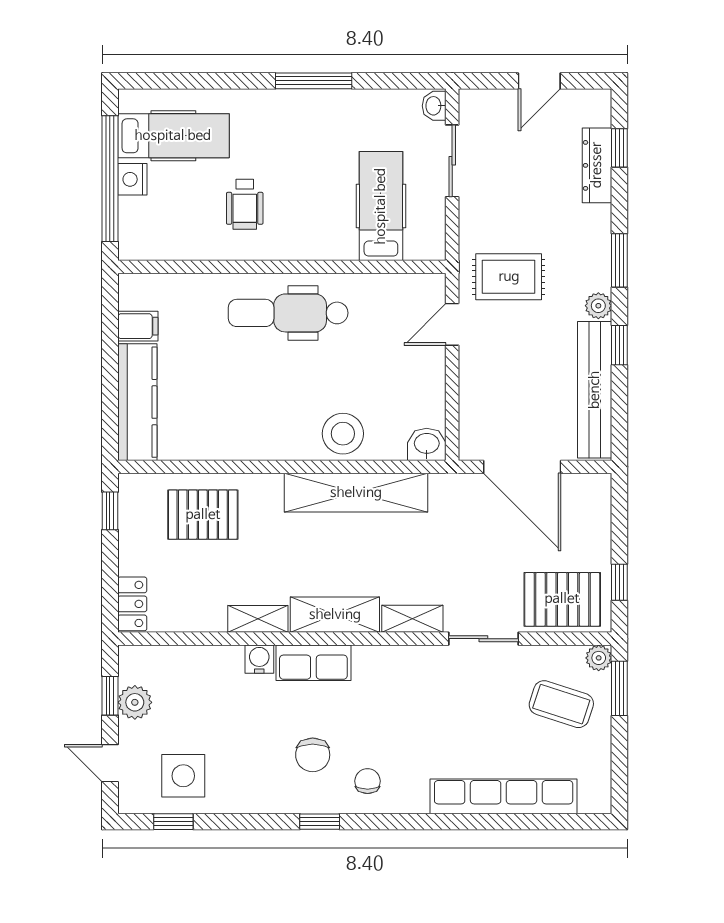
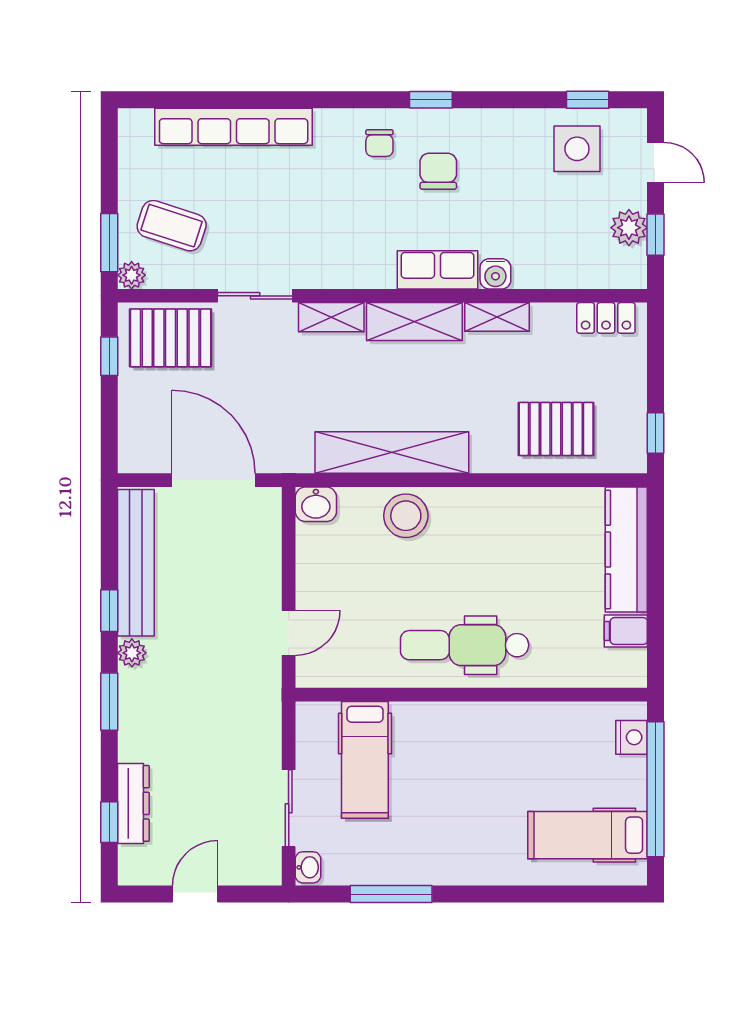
window: (314, 81) -> (391, 894), moved
nightstand: (132, 179) -> (632, 737), moved
wheelchair: (245, 204) -> (511, 762), removed
rug: (509, 277) -> (228, 684), removed
dental chair: (288, 313) -> (465, 645), turned 180
locker: (132, 604) -> (606, 318), moved, turned -90

